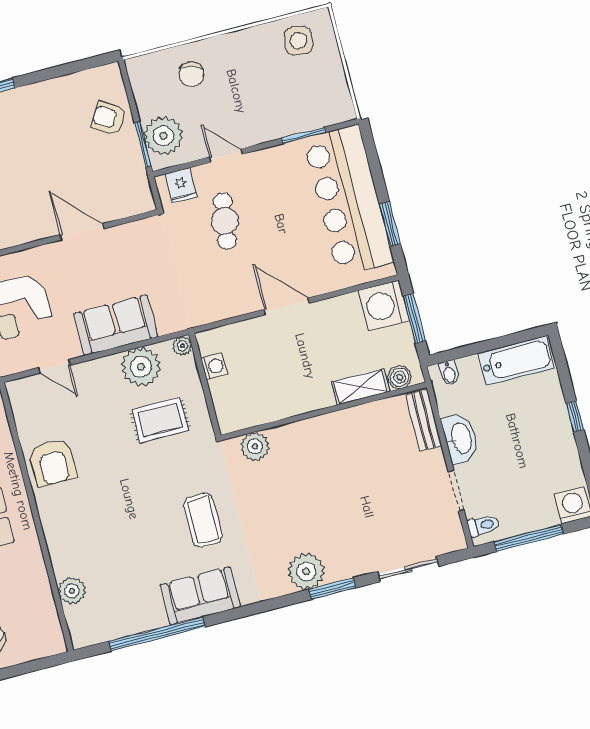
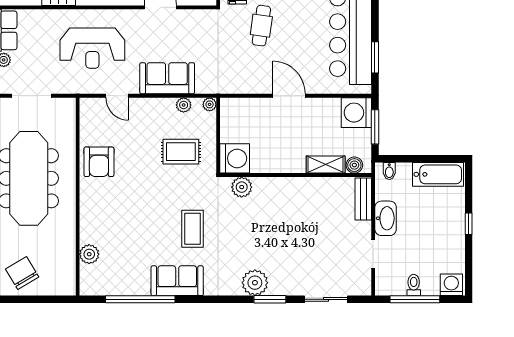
washing machine: (214, 366) -> (235, 158), moved, width x1.89, depth x1.89
plant: (141, 367) -> (184, 105), width x0.53, depth x0.53
toilet: (483, 525) -> (414, 285), moved, turned -90

